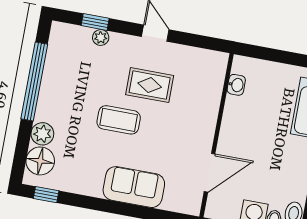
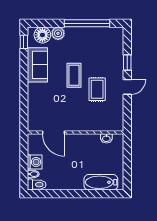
window: (95, 22) -> (127, 63), moved
plant: (101, 38) -> (119, 56), removed
sofa: (134, 187) -> (37, 65), moved

